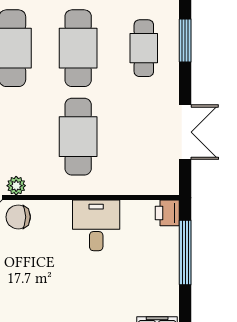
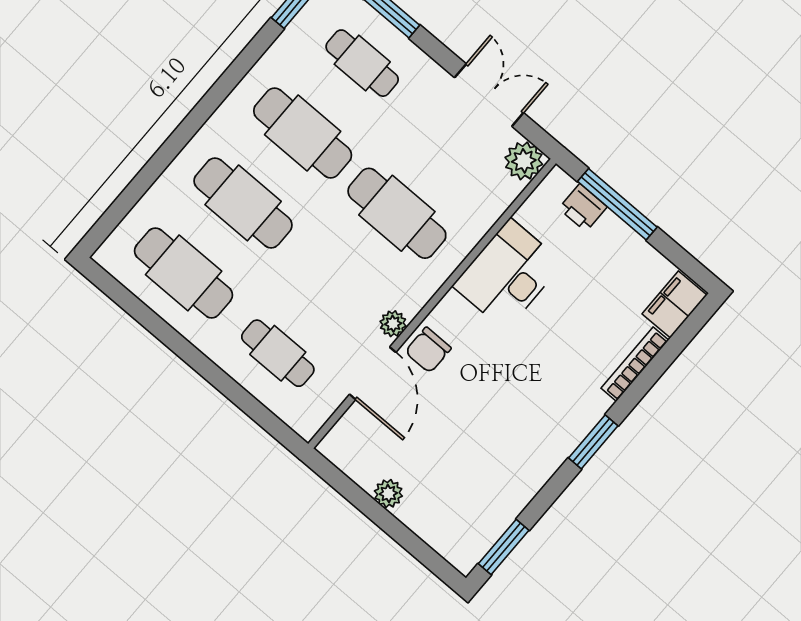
plant: (165, 181) -> (524, 161), added
printer: (167, 213) -> (583, 208), moved
desk: (96, 225) -> (508, 274), width x1.37

